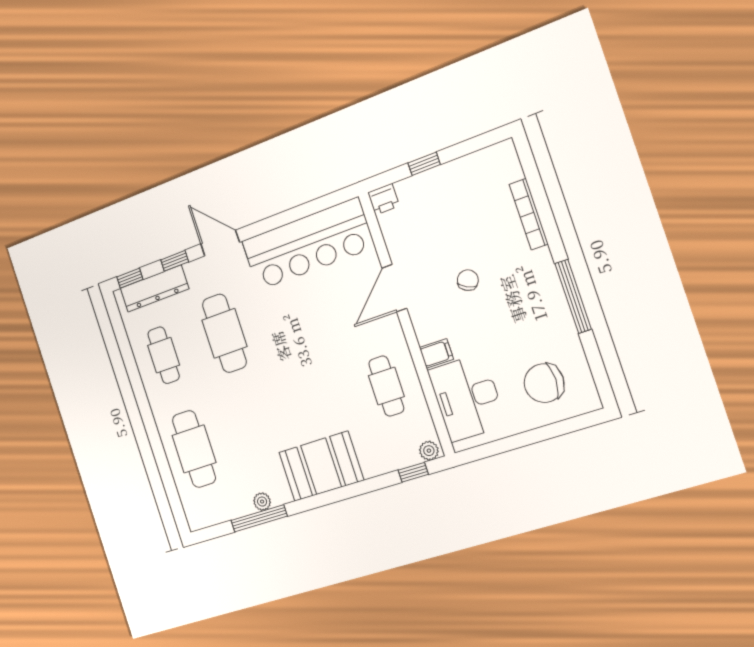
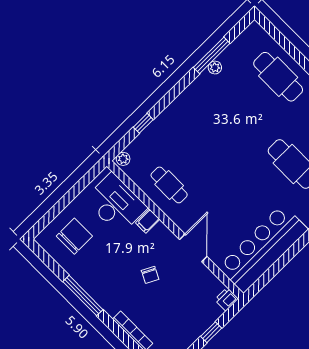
booth: (321, 466) -> (187, 112), removed
window: (413, 472) -> (143, 123), moved

